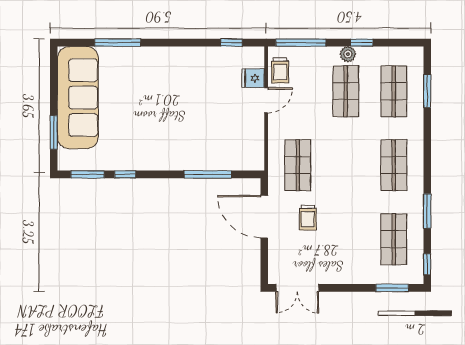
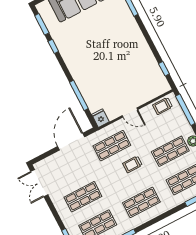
fridge: (253, 78) -> (100, 118), moved
door: (266, 100) -> (130, 113), moved
trolley: (308, 218) -> (132, 164), moved
shop shelf: (346, 239) -> (83, 197), added

